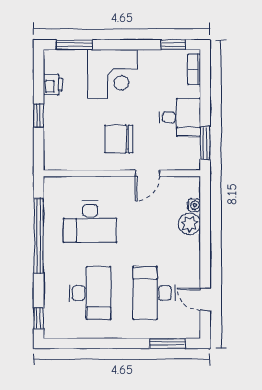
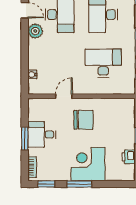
window: (74, 45) -> (79, 184), moved
window: (205, 143) -> (25, 139), moved
plant: (190, 224) -> (35, 31), moved

